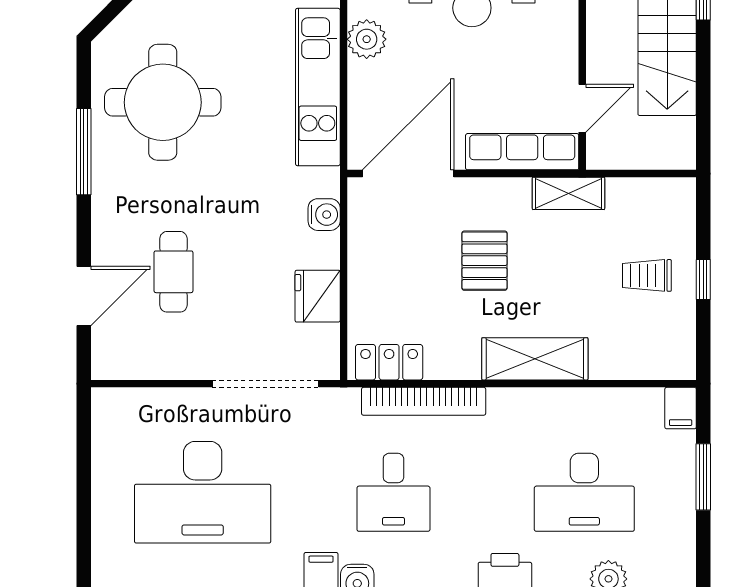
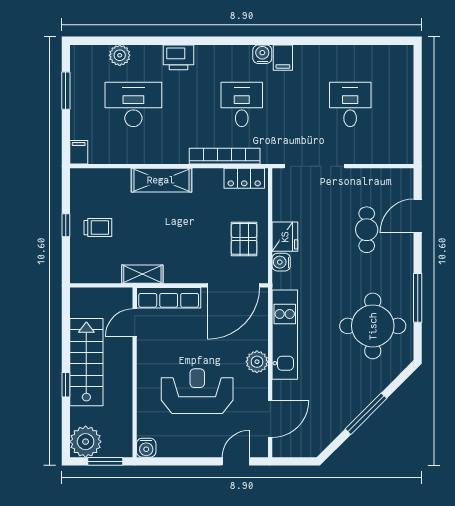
pallet: (485, 261) -> (244, 239), moved
fridge: (318, 296) -> (285, 237), moved
window: (703, 477) -> (66, 91), moved
desk: (203, 492) -> (350, 104), width x0.53, depth x0.77

